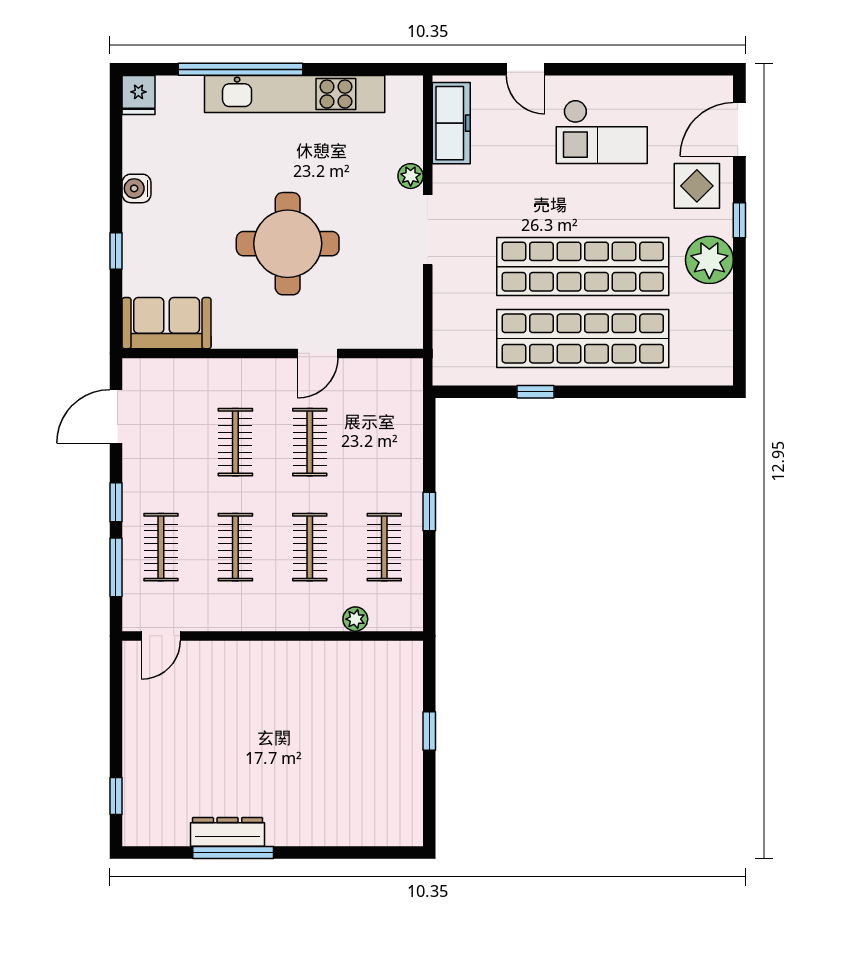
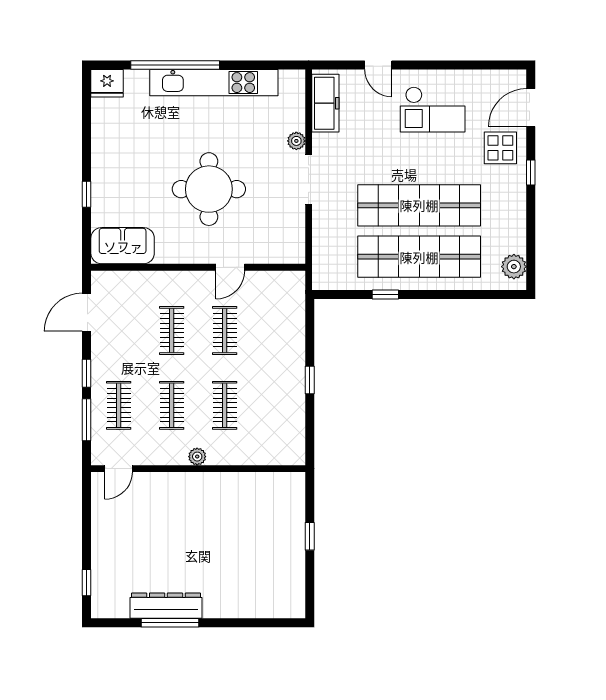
fridge: (138, 95) -> (107, 83), width x1.38
water cooler: (136, 188) -> (101, 150), removed
plant: (709, 260) -> (514, 267), moved, width x0.73, depth x0.73
clothes rail: (384, 547) -> (278, 405), removed
plant: (355, 619) -> (197, 457), moved
dresser: (228, 832) -> (166, 606), width x1.37, depth x1.24

